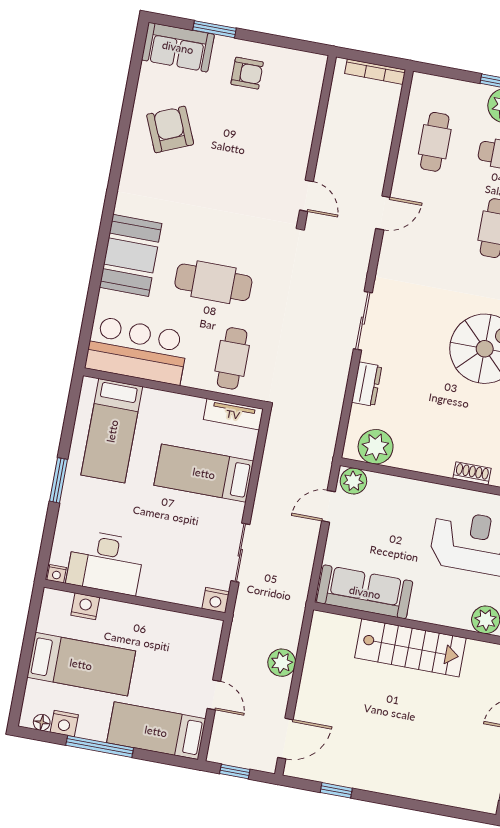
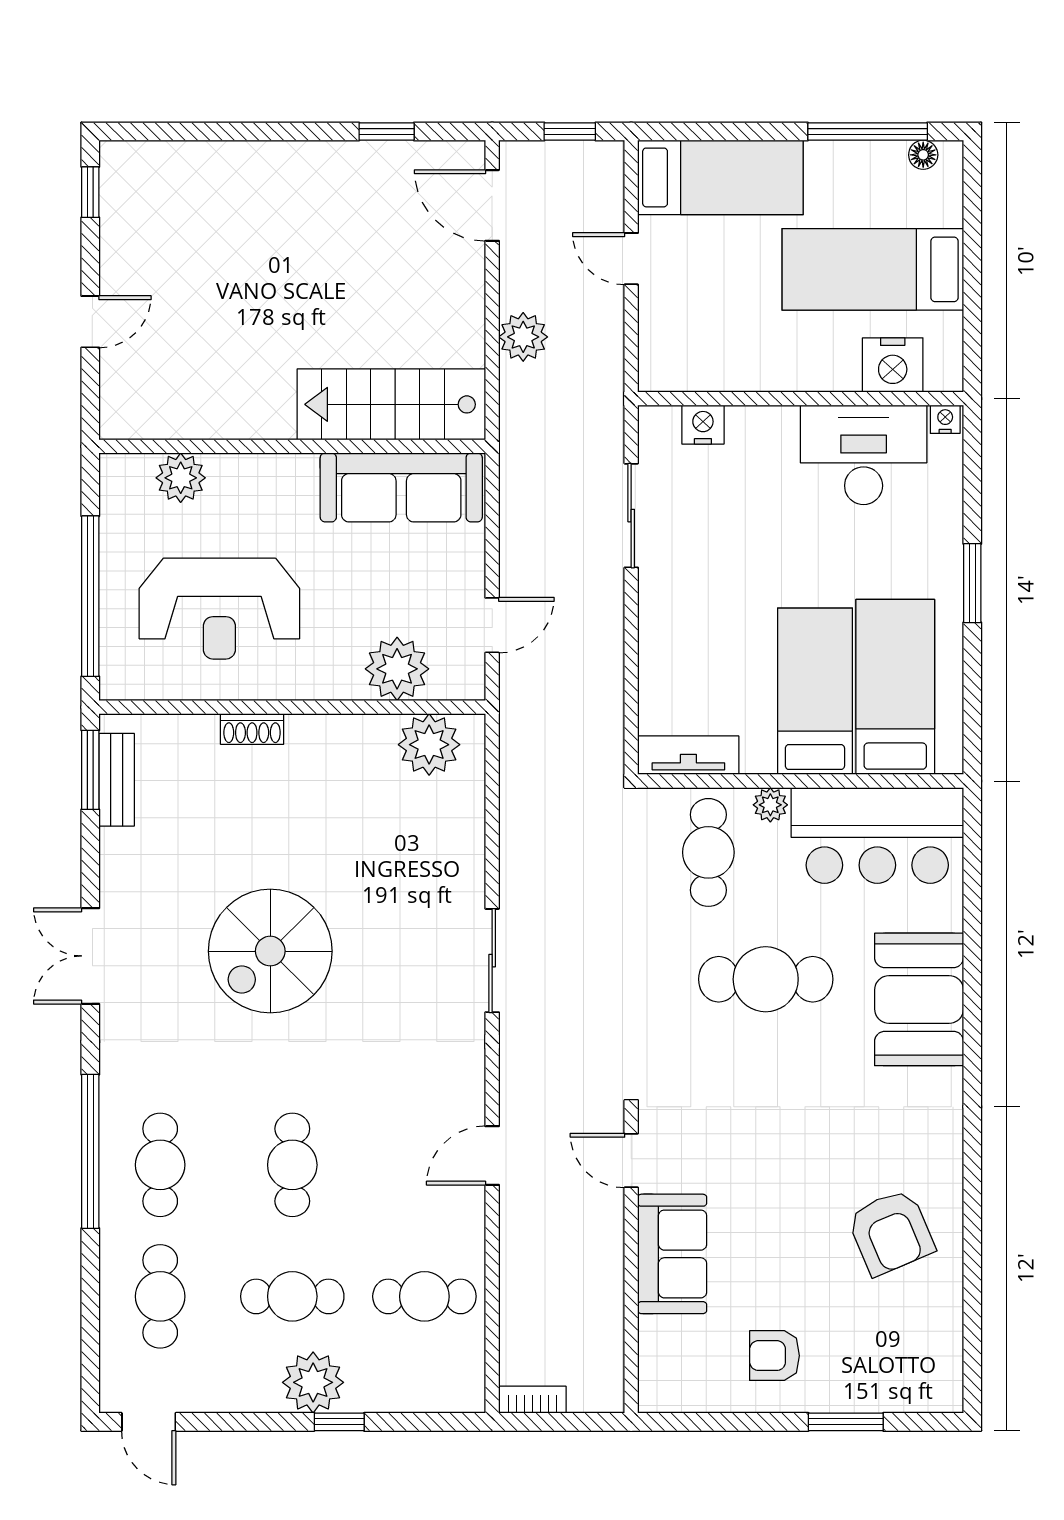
sofa: (178, 47) -> (672, 1254), moved, turned 90
bookcase: (375, 72) -> (532, 1400), width x0.64
cafe table: (435, 142) -> (424, 1296), turned 90
plant: (193, 378) -> (770, 805), added
dresser: (367, 384) -> (465, 851), removed
bed: (204, 473) -> (815, 691), moved, turned -90
plant: (353, 481) -> (397, 669), moved, width x1.36, depth x1.36
nightstand: (216, 600) -> (703, 425), moved
nightstand: (85, 606) -> (893, 365), width x1.36, depth x1.33
stairs: (410, 648) -> (391, 404), moved
nightstand: (64, 723) -> (883, 160), removed
door: (285, 739) -> (492, 205), hinge flipped
window: (100, 746) -> (868, 131), moved

